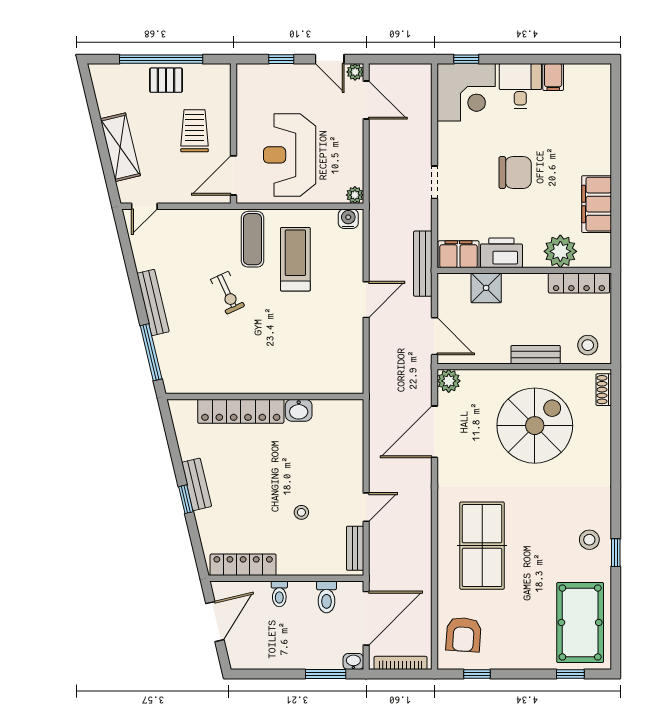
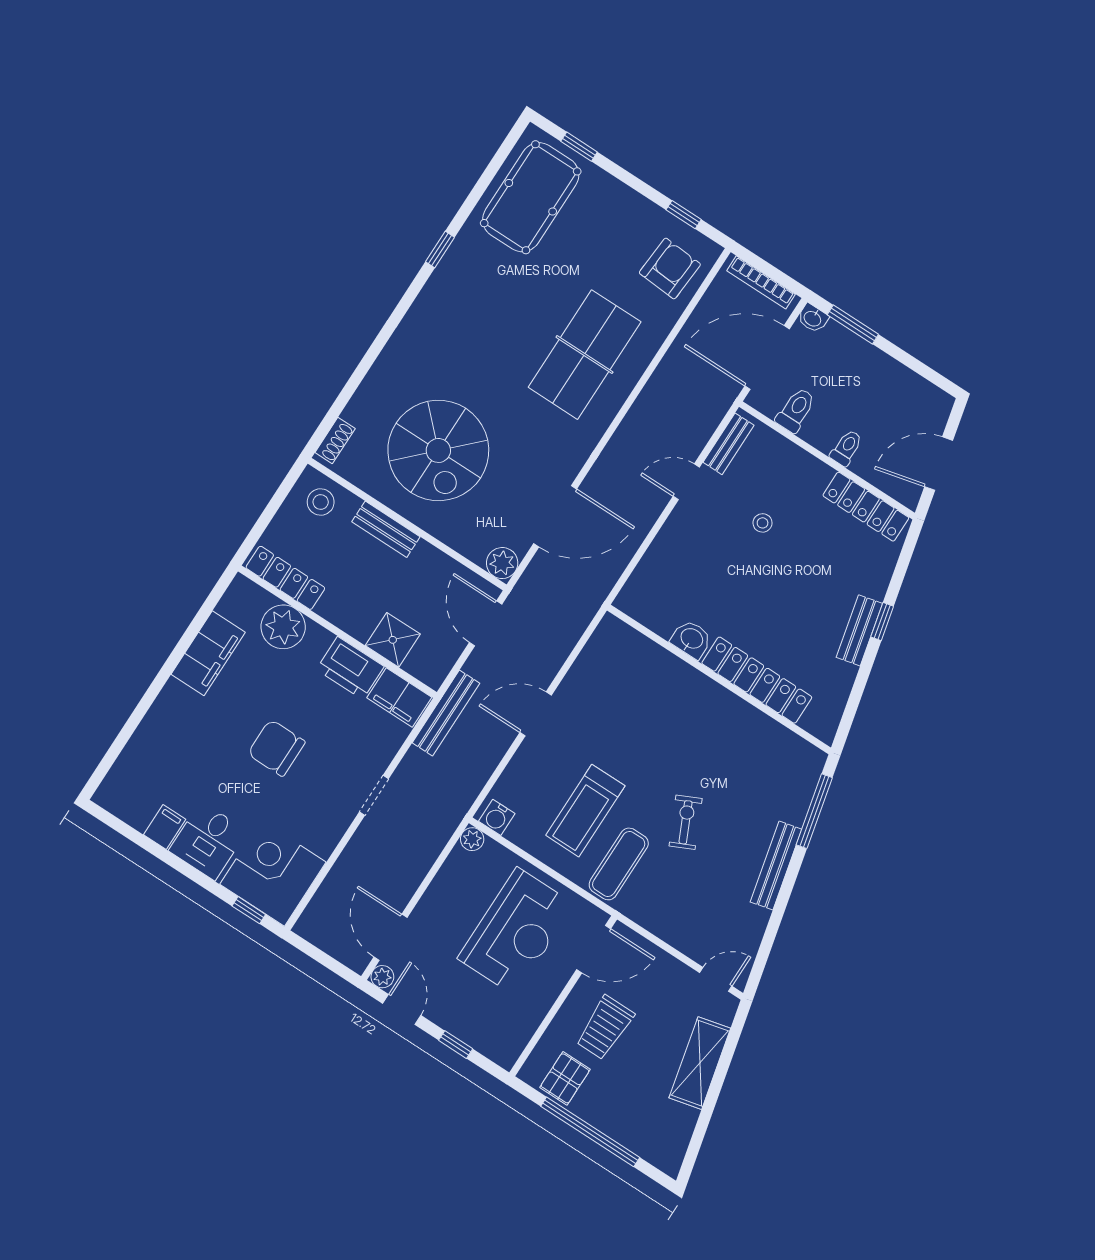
pallet: (166, 80) -> (565, 1078), moved, turned 90
spiral stairs: (535, 426) -> (438, 450), turned -90
stool: (589, 540) -> (460, 283), removed

